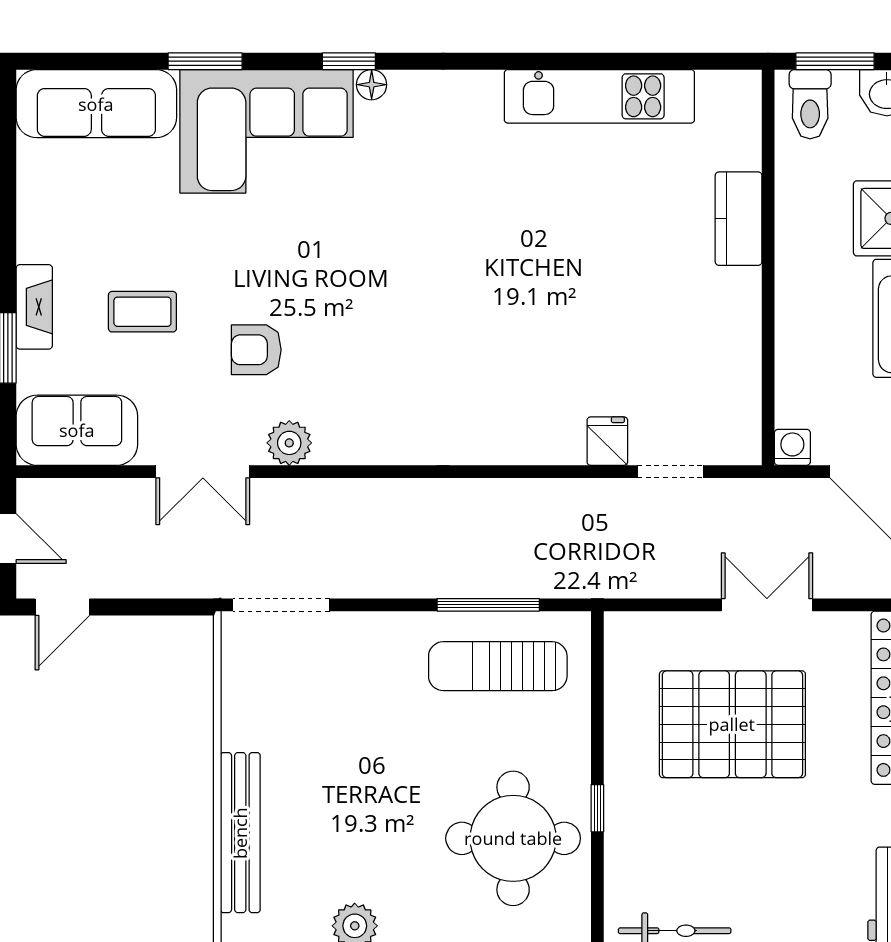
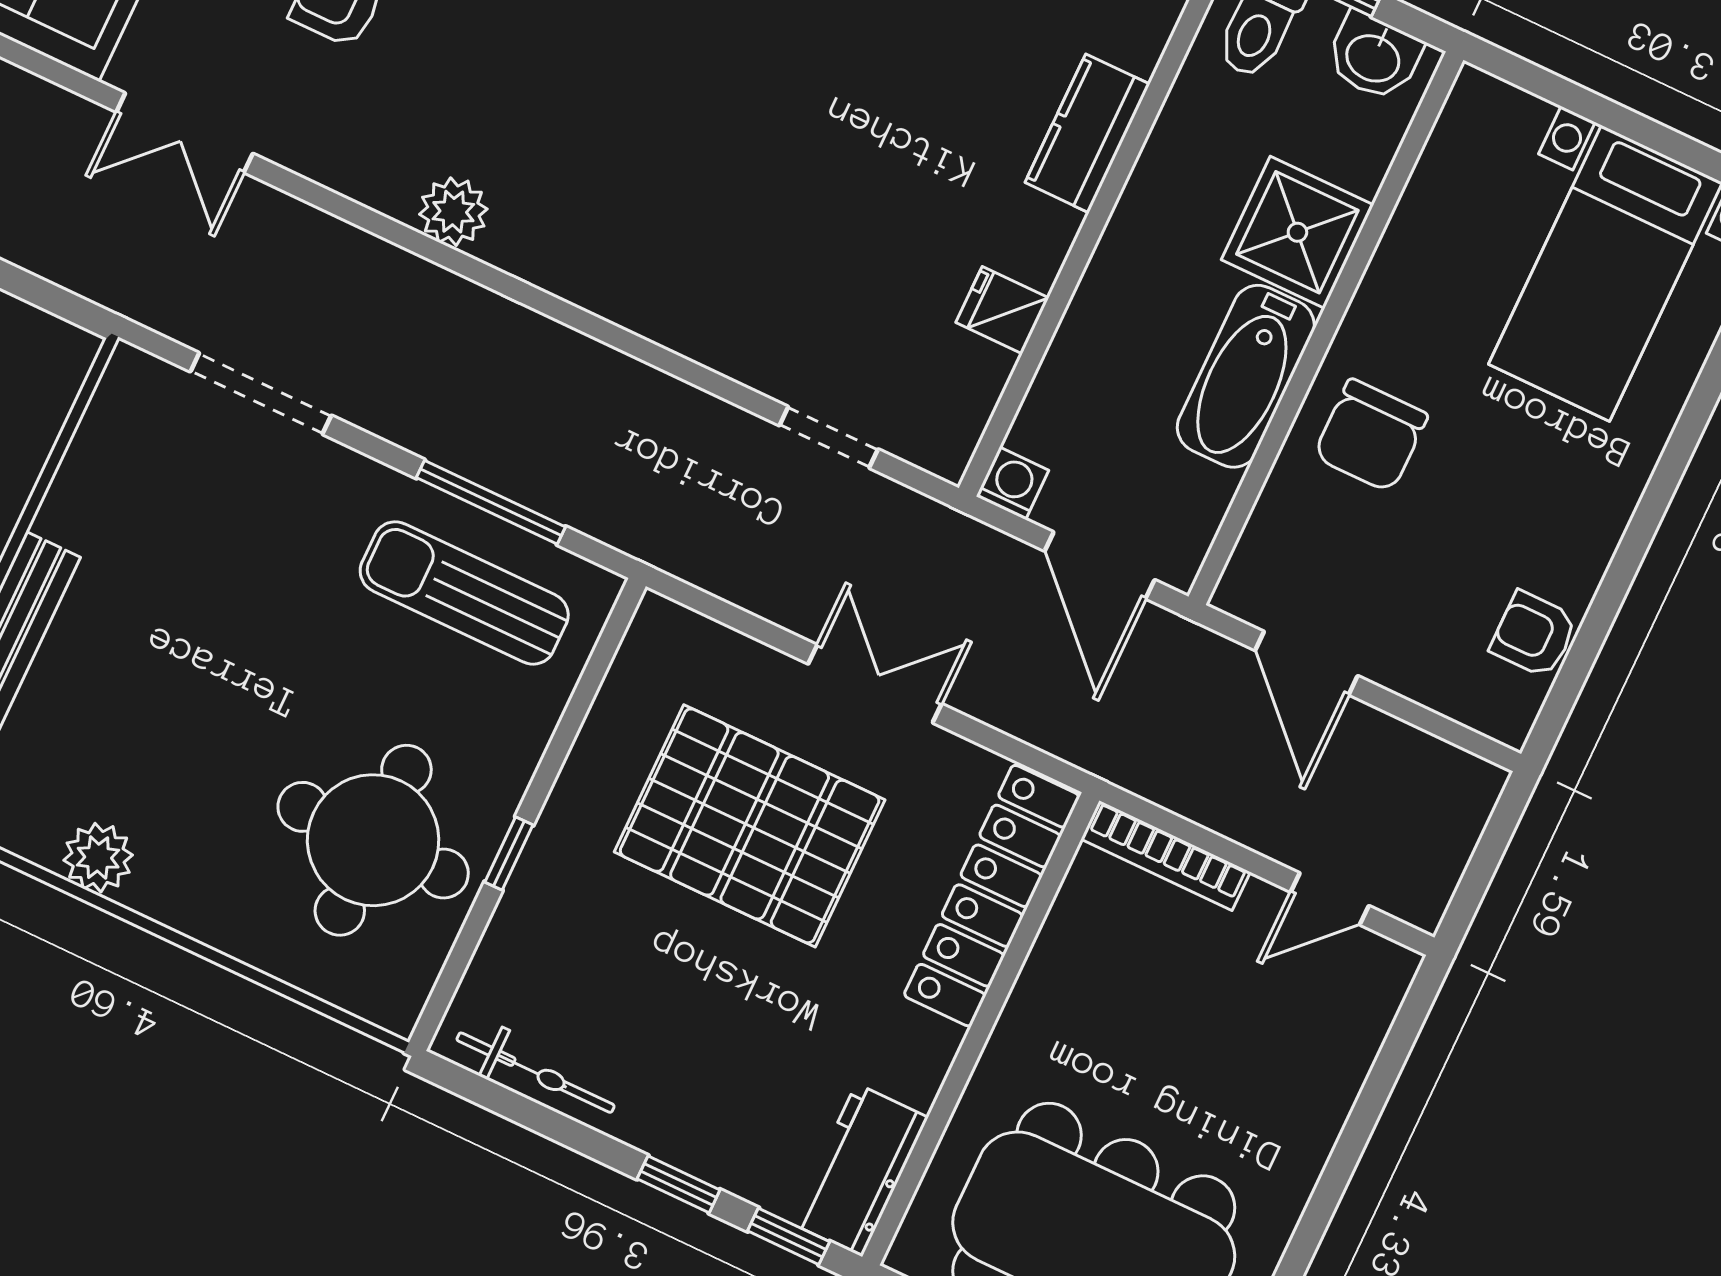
fridge: (607, 441) -> (1002, 310), moved, turned -90
plant: (289, 443) -> (453, 212), moved
doorway: (281, 605) -> (261, 394), moved

